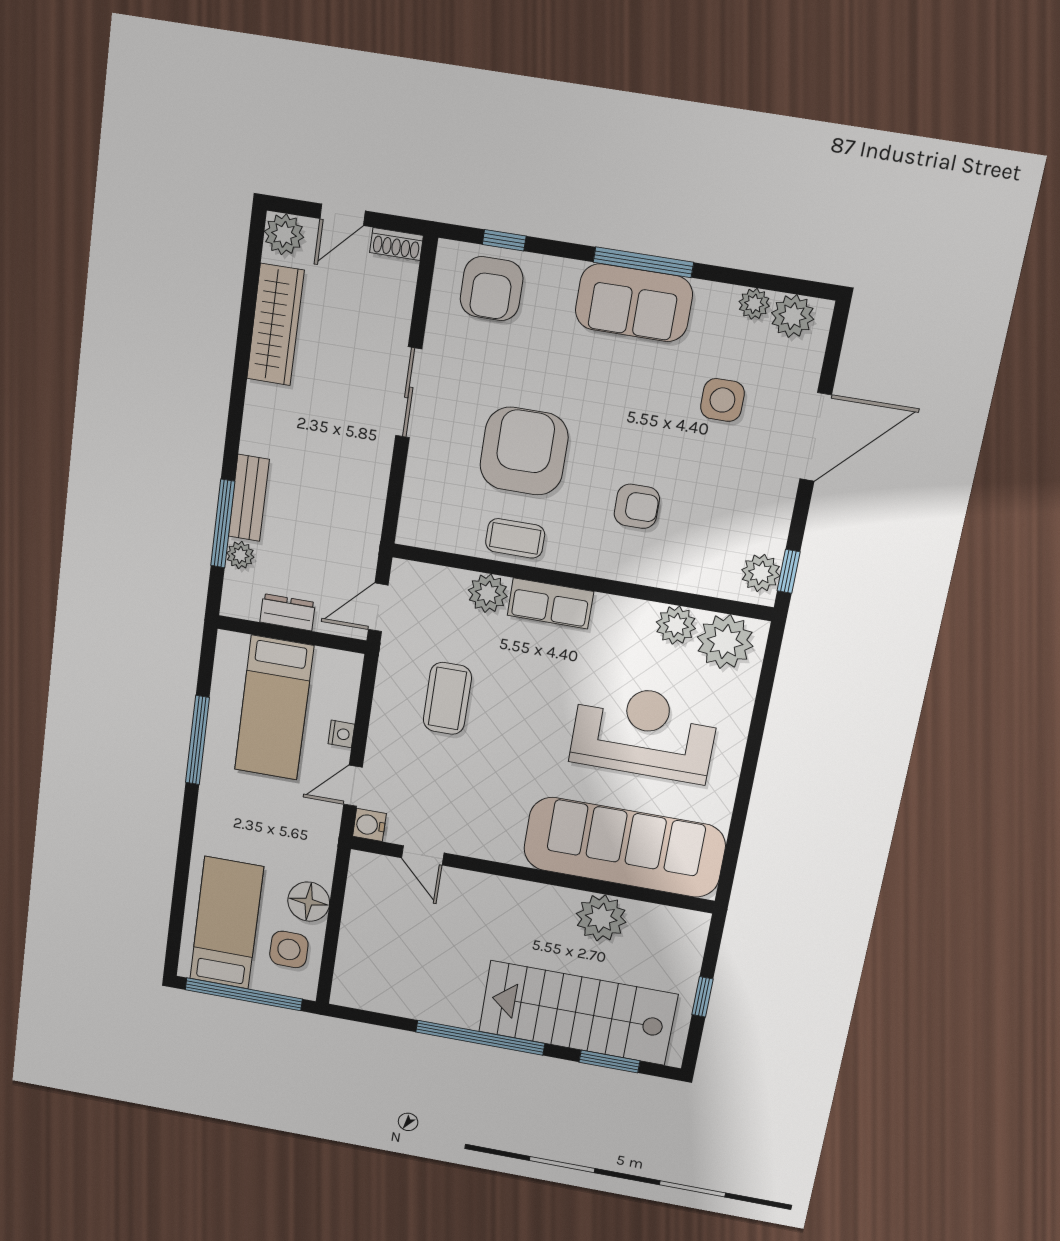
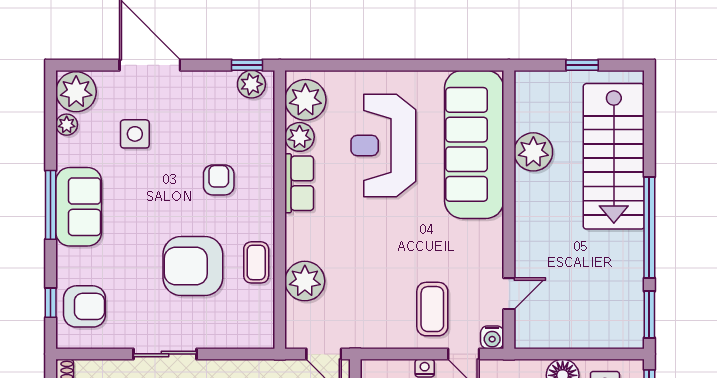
plant: (793, 316) -> (76, 92), width x1.36, depth x1.36
plant: (488, 593) -> (305, 281), width x1.36, depth x1.36
row of seats: (550, 603) -> (299, 183), moved
coffee table: (447, 698) -> (432, 309), moved, turned 90
window: (609, 1062) -> (649, 315), moved

